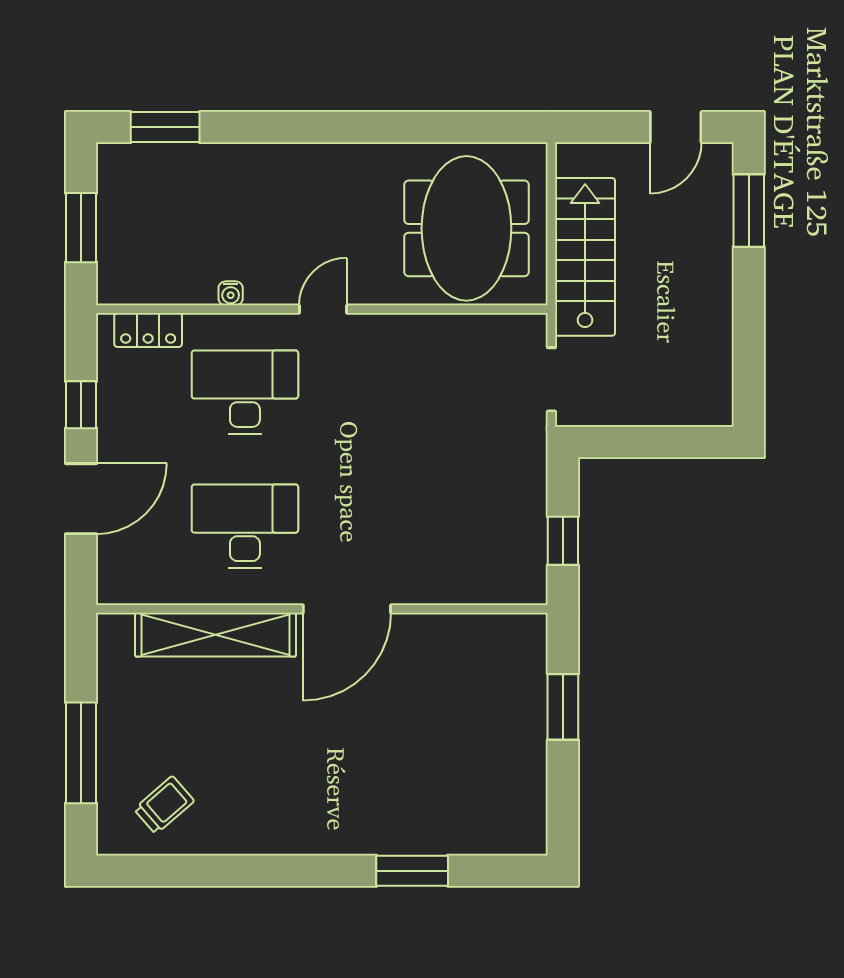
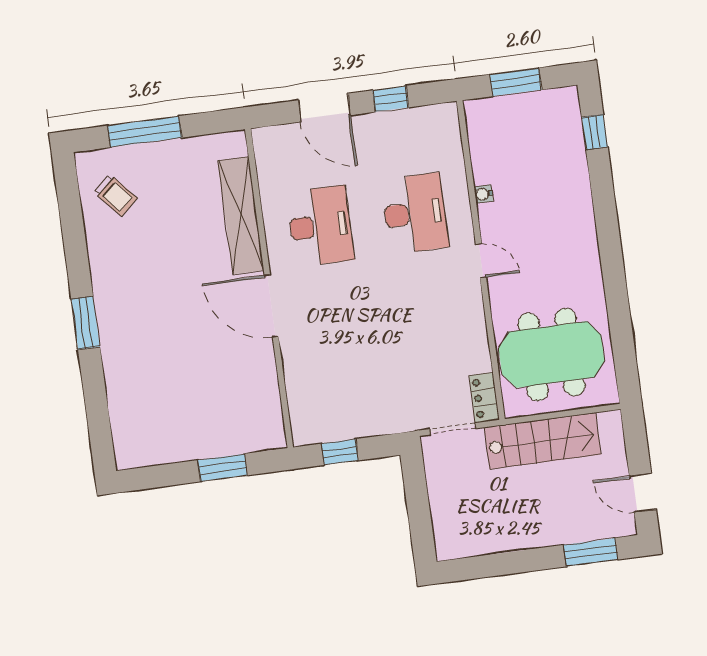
window: (165, 127) -> (595, 132), width x0.67
locker: (148, 330) -> (484, 398), moved
window: (412, 871) -> (85, 323), moved

